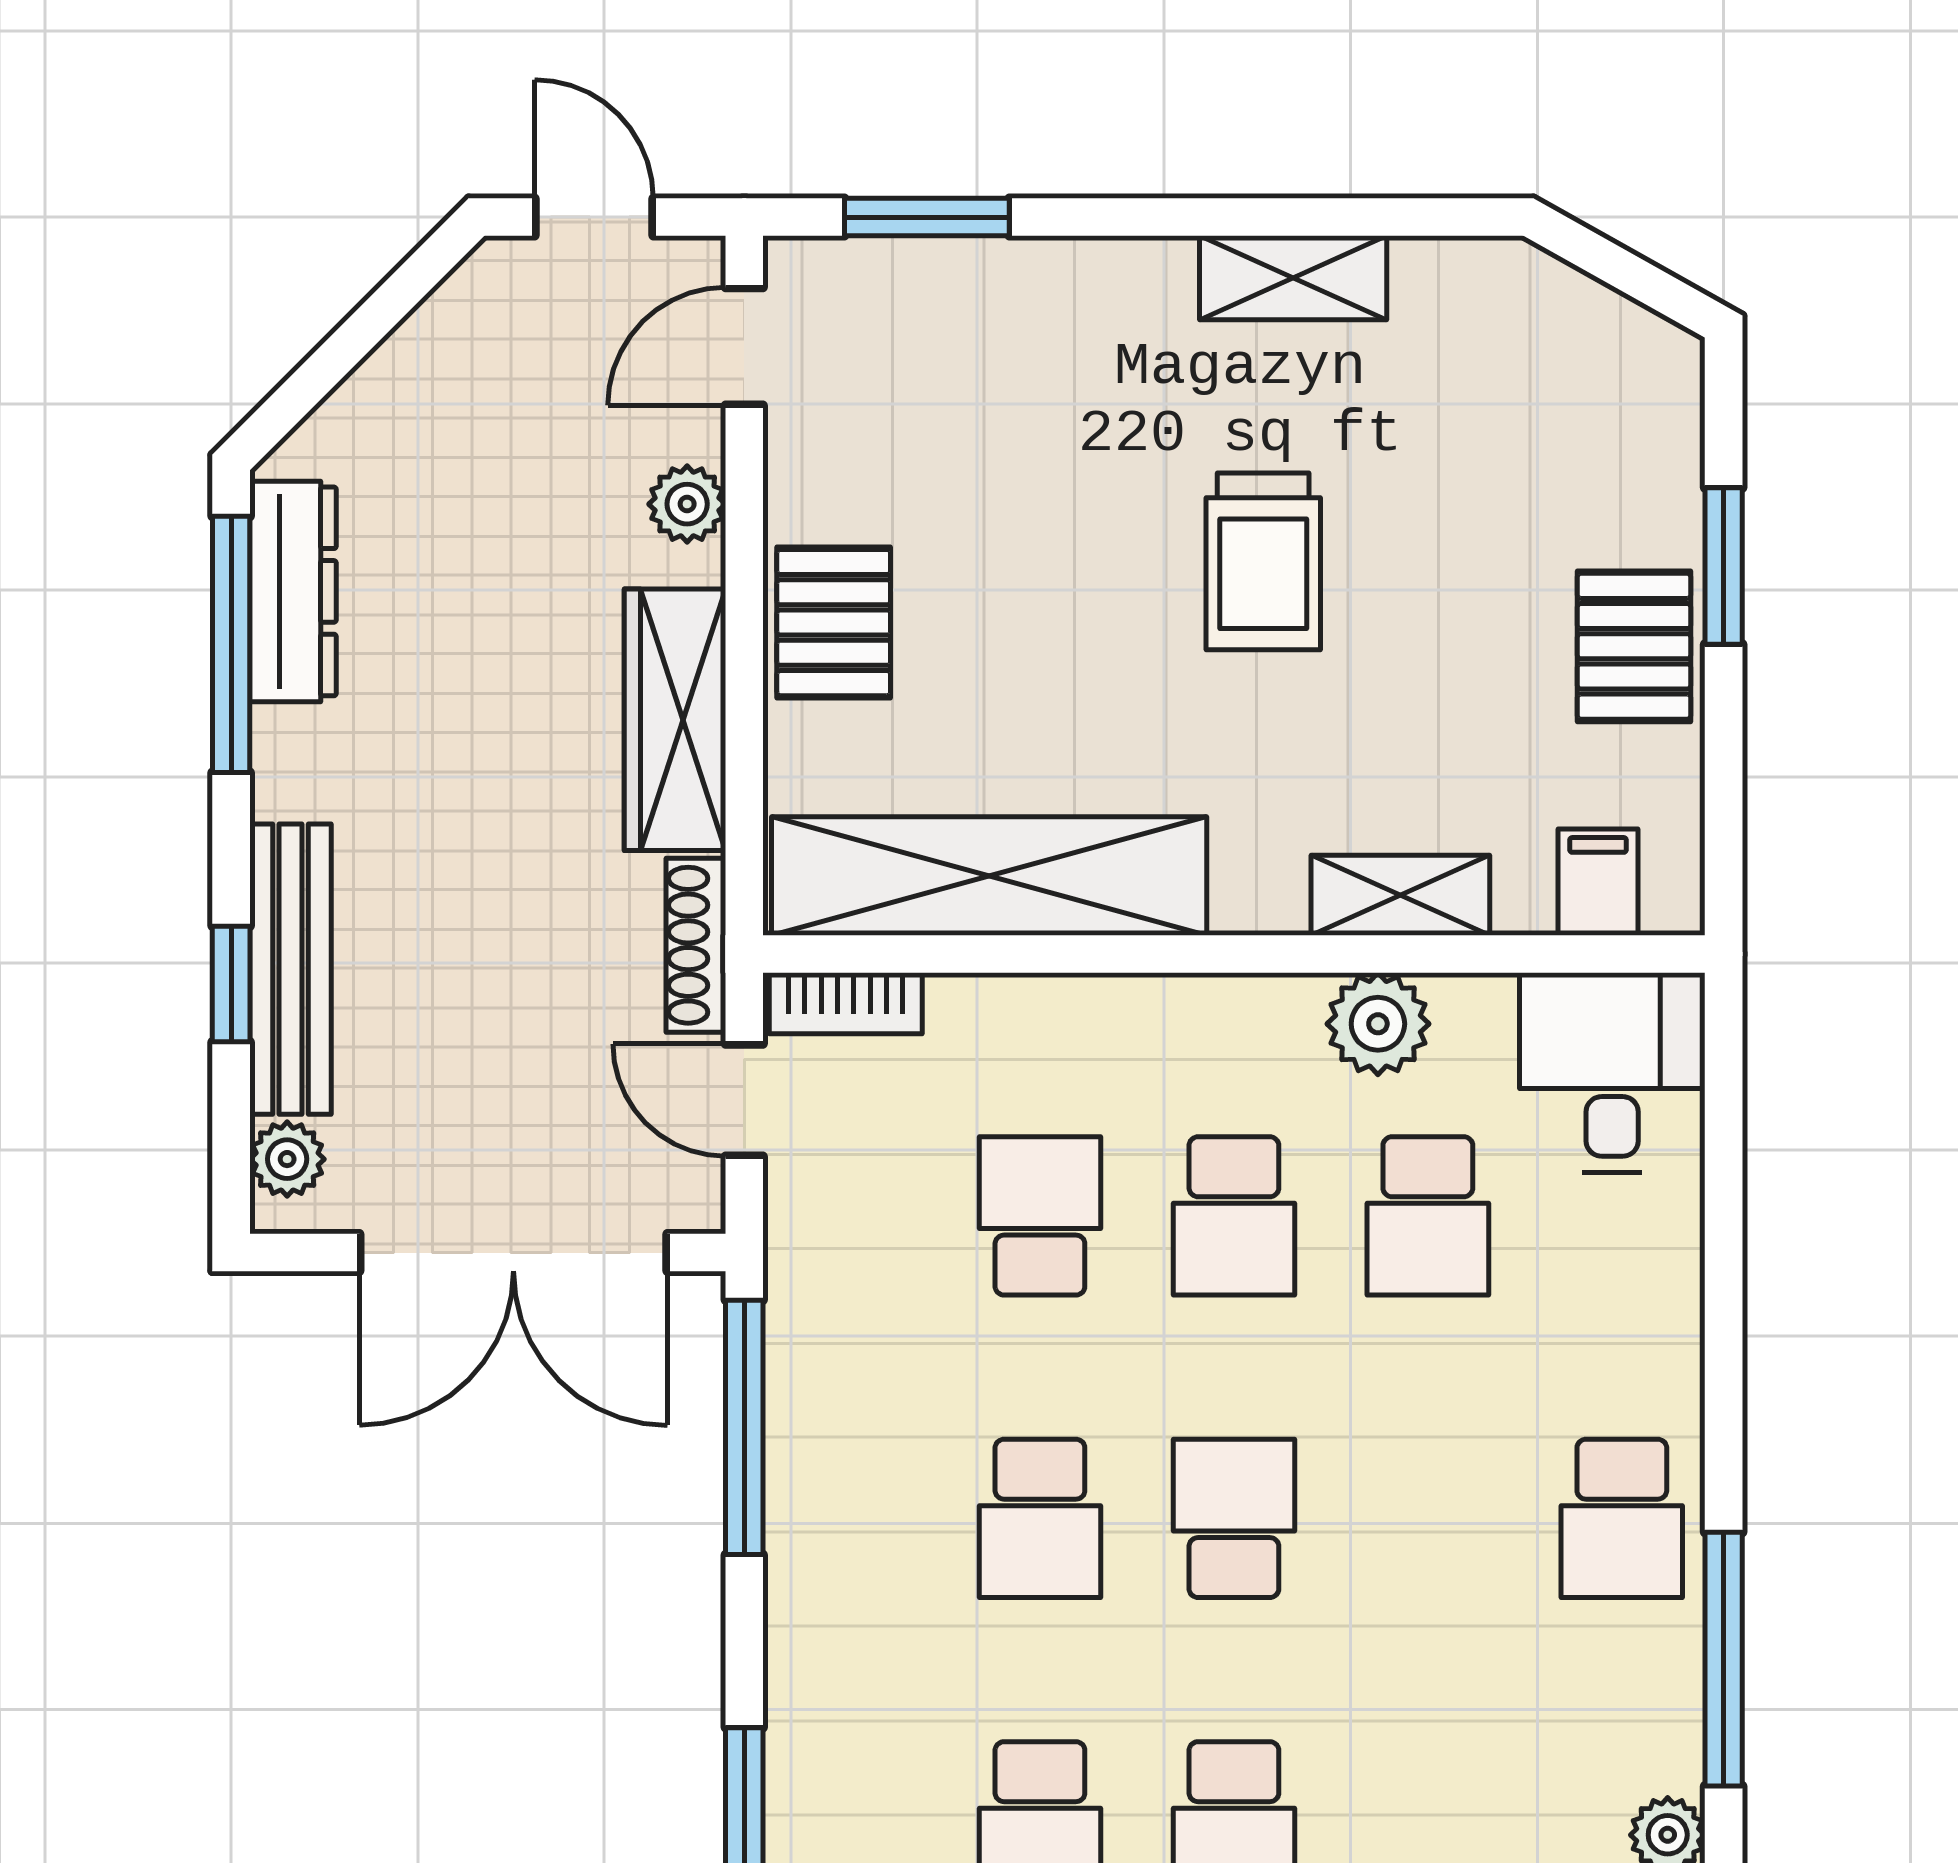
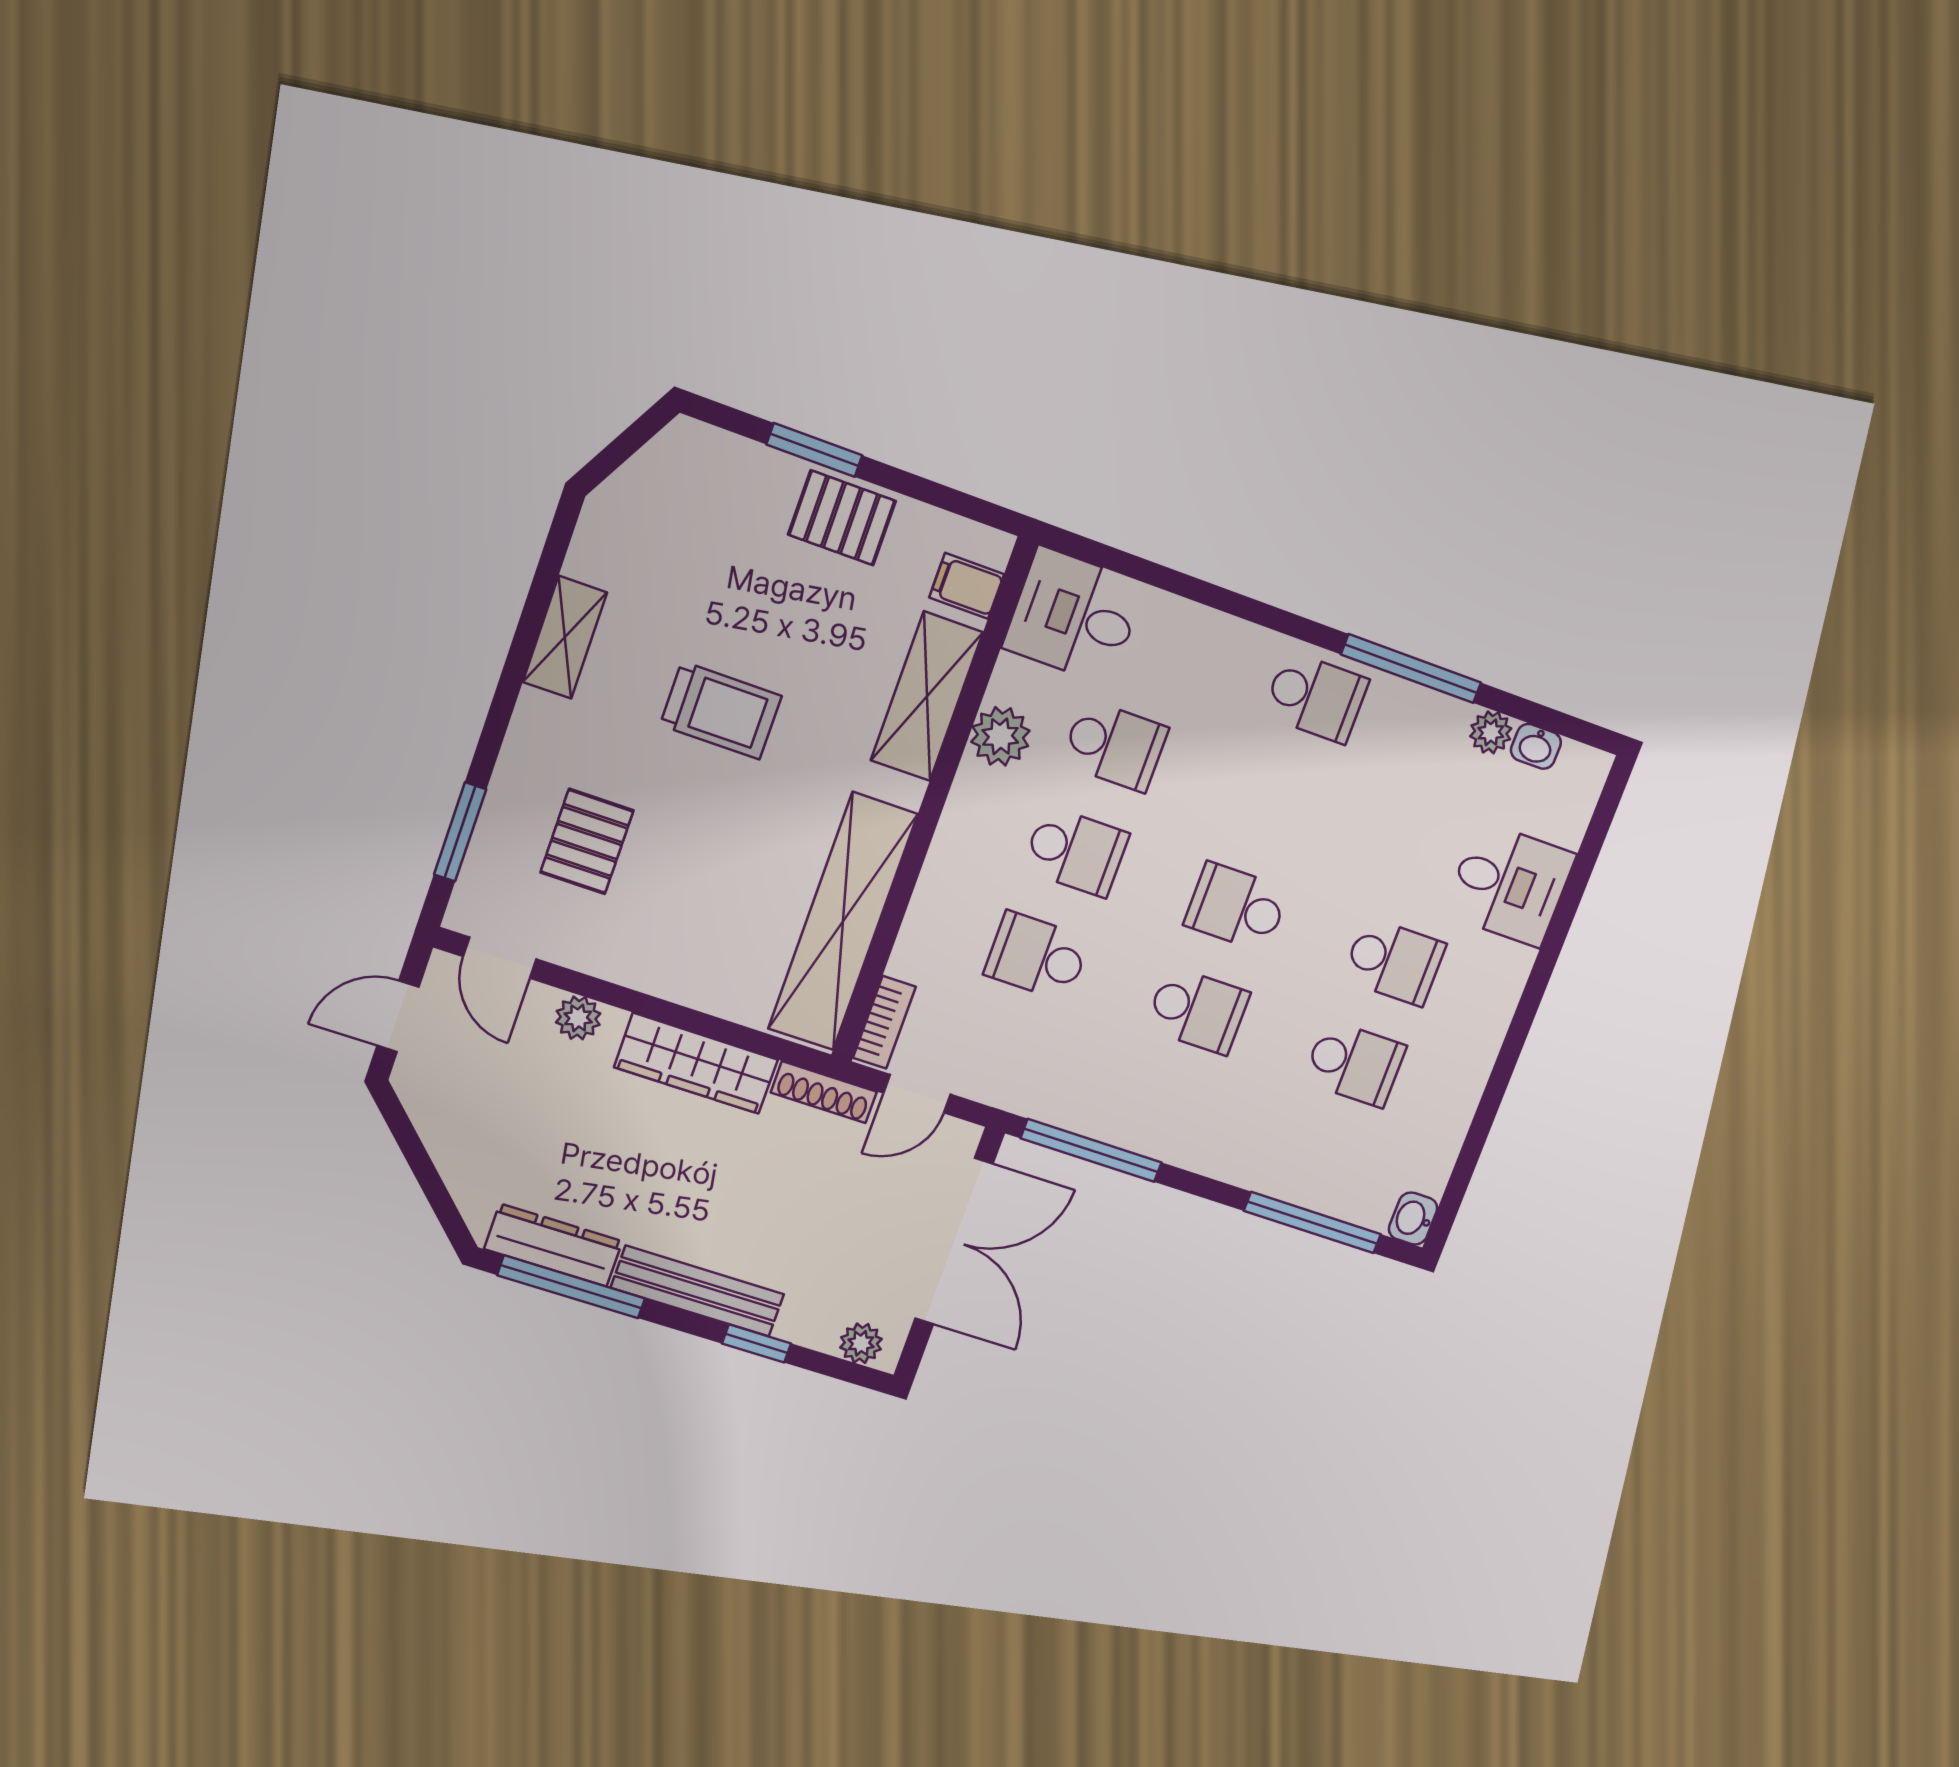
pallet: (834, 623) -> (587, 841), moved, turned 90
shelving: (1400, 895) -> (927, 696), width x1.50, depth x1.33
bench: (290, 969) -> (698, 1291), moved

